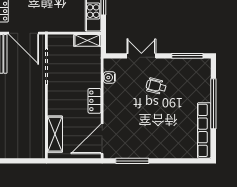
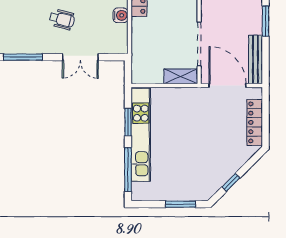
shelving: (87, 40) -> (181, 76), moved
water cooler: (109, 77) -> (121, 15), moved

